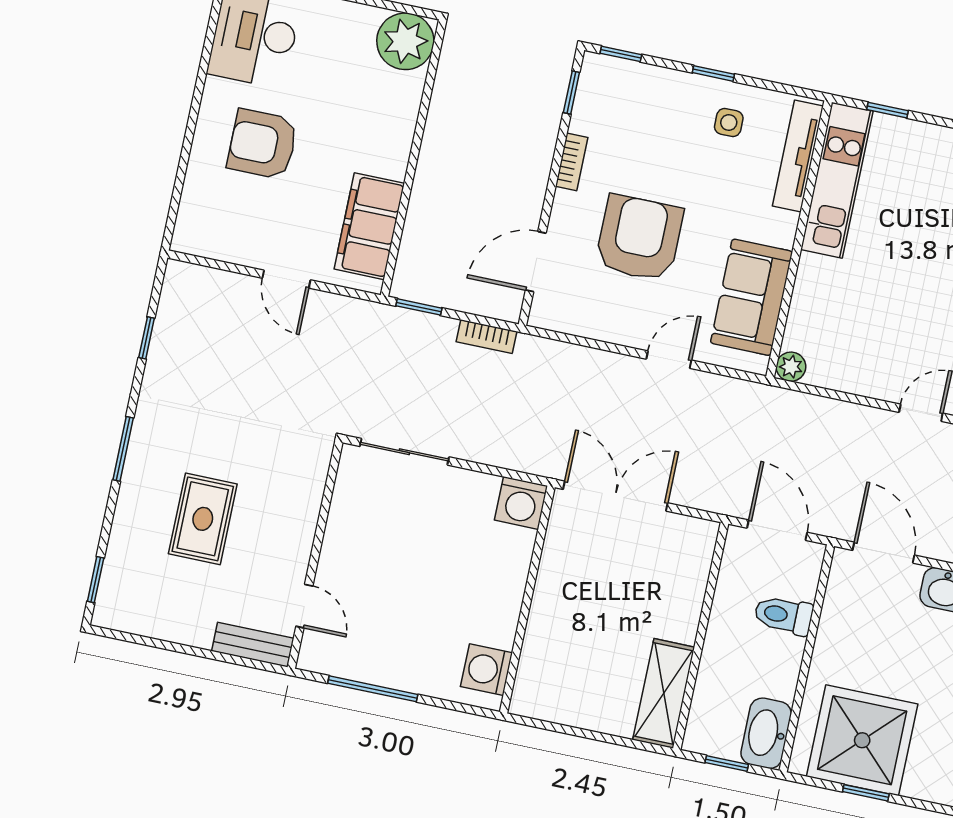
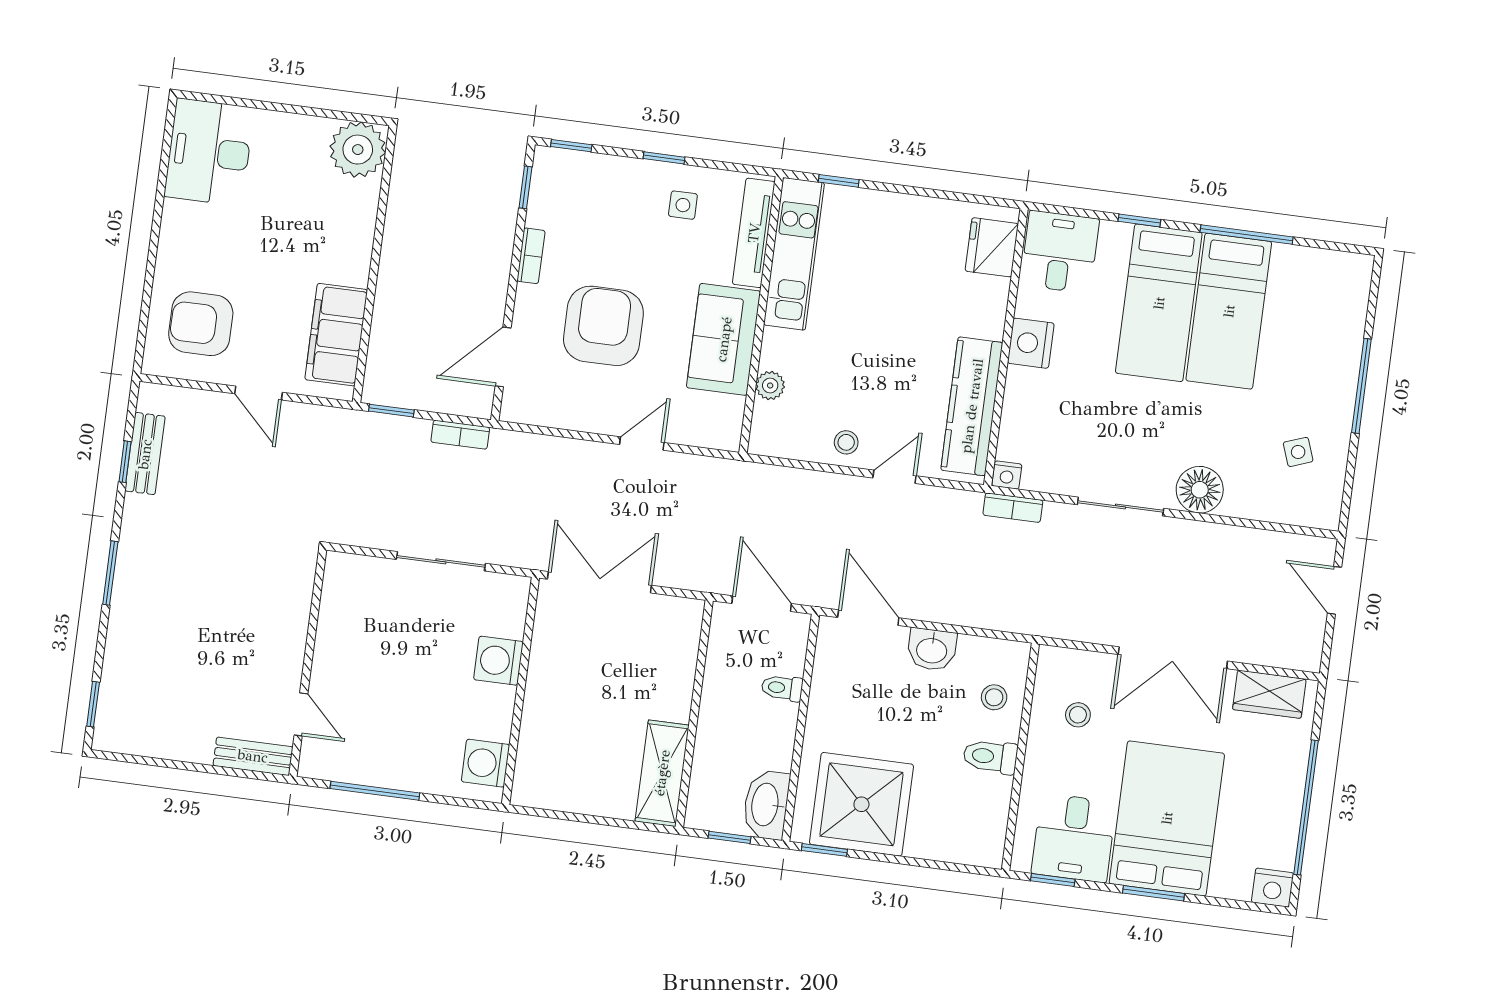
armchair: (263, 144) -> (201, 324), moved
sofa: (752, 297) -> (724, 339), moved
bench: (167, 331) -> (145, 454), added
plant: (791, 367) -> (770, 386), moved
stool: (875, 374) -> (846, 442), added
sliding door: (404, 452) -> (441, 561), moved
washing machine: (521, 503) -> (498, 661), moved, turned 90
rug: (203, 519) -> (194, 636), removed
toilet: (784, 615) -> (782, 688), width x0.73, depth x0.72
window: (866, 793) -> (824, 850), moved

